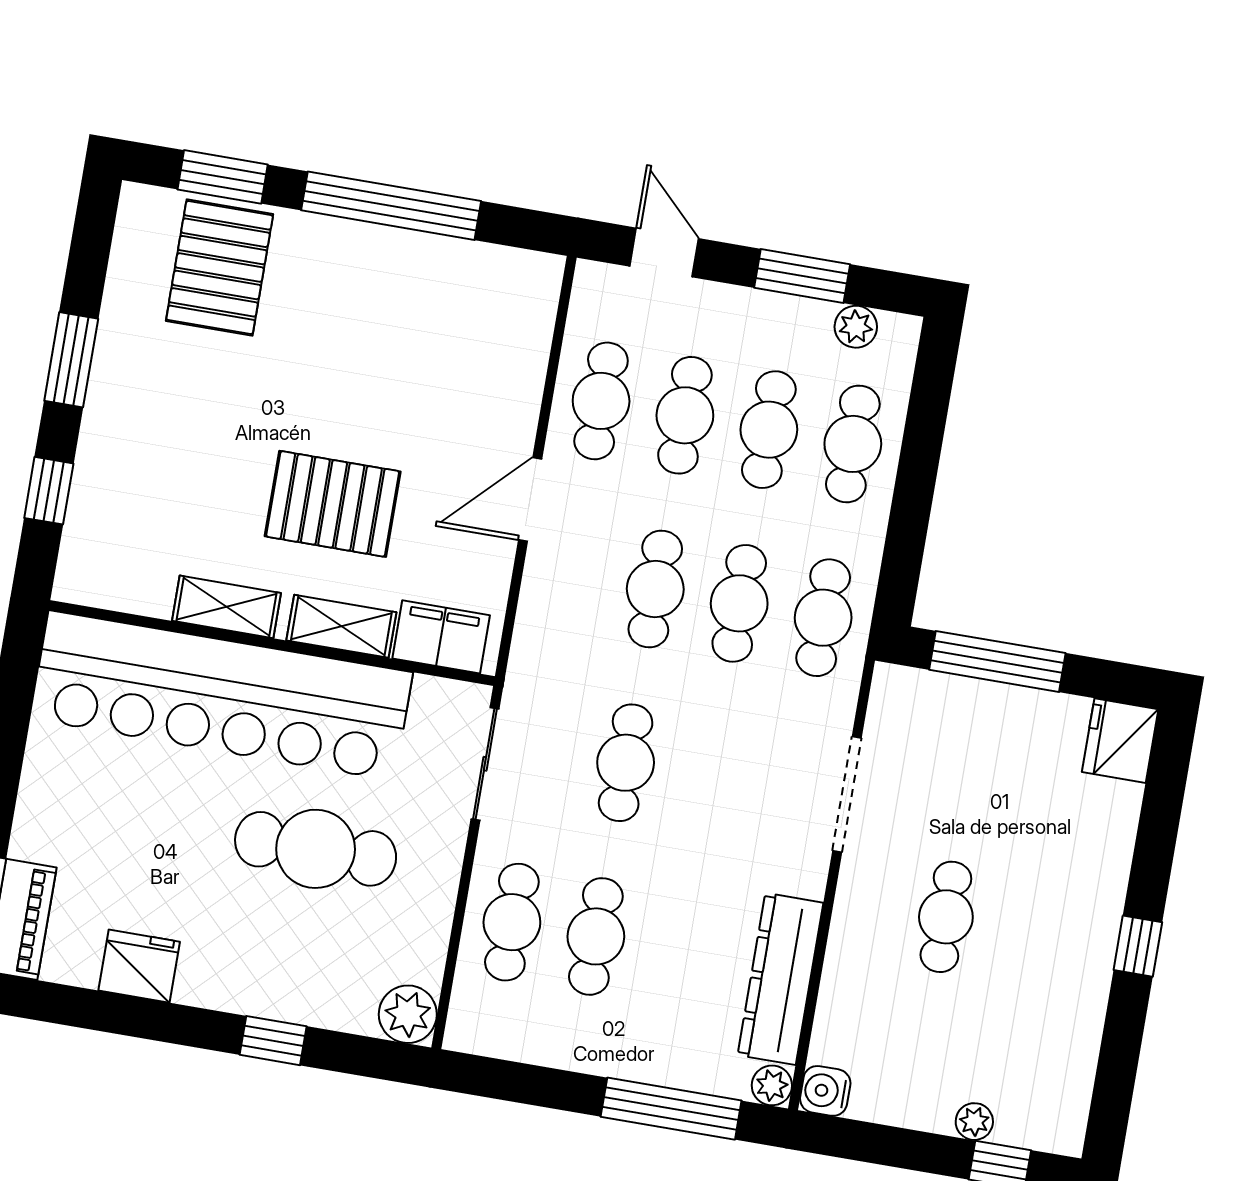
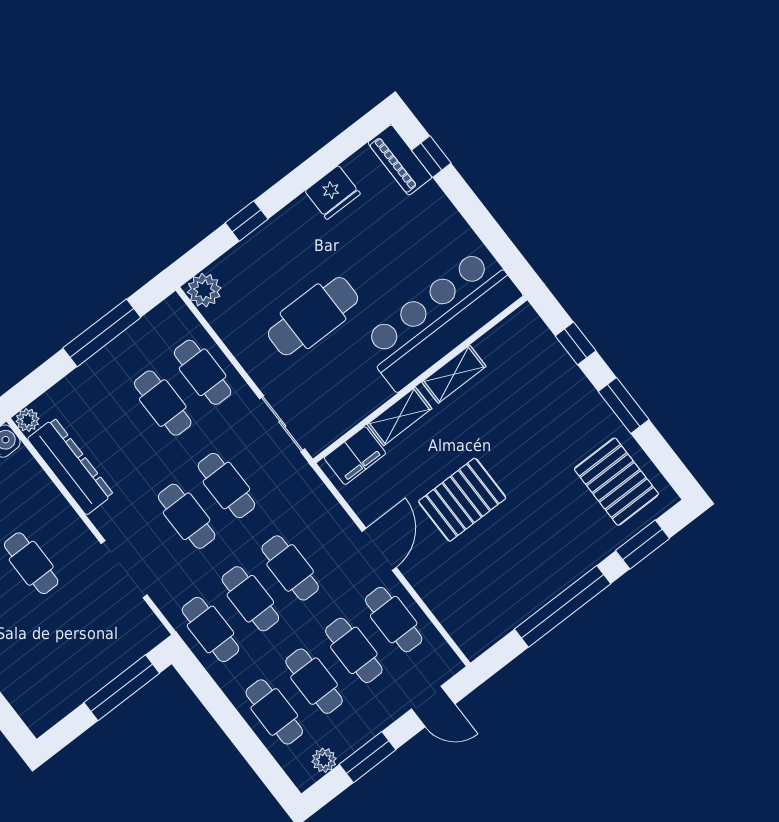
pallet: (220, 268) -> (616, 482), moved
pallet: (333, 504) -> (462, 500), moved
bar counter: (222, 696) -> (440, 319), width x0.73
fridge: (1120, 741) -> (38, 710), removed
cafe table: (709, 777) -> (187, 516), added
window: (671, 1109) -> (102, 333), moved

